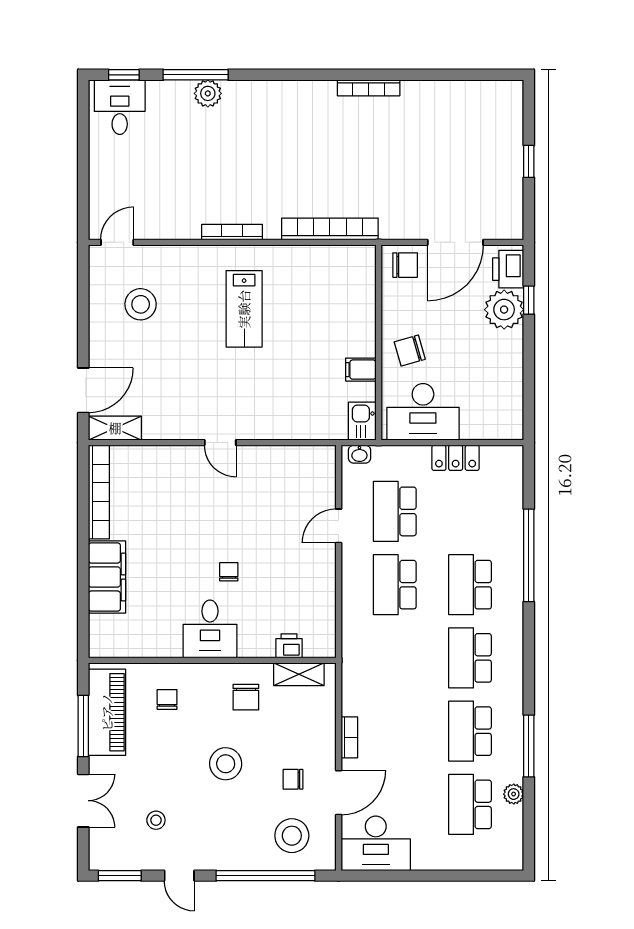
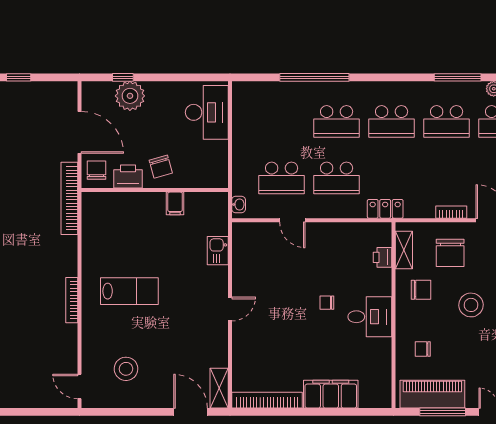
bookcase: (330, 229) -> (69, 198), moved
printer: (508, 269) -> (128, 177), moved, turned 180
desk: (423, 412) -> (207, 112), moved
kitchen sink: (362, 421) -> (218, 251), moved, turned 90
locker: (456, 458) -> (385, 209), moved, turned -90
chair: (293, 779) -> (450, 253), moved, width x1.87, depth x1.87

